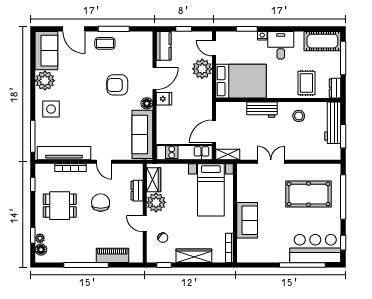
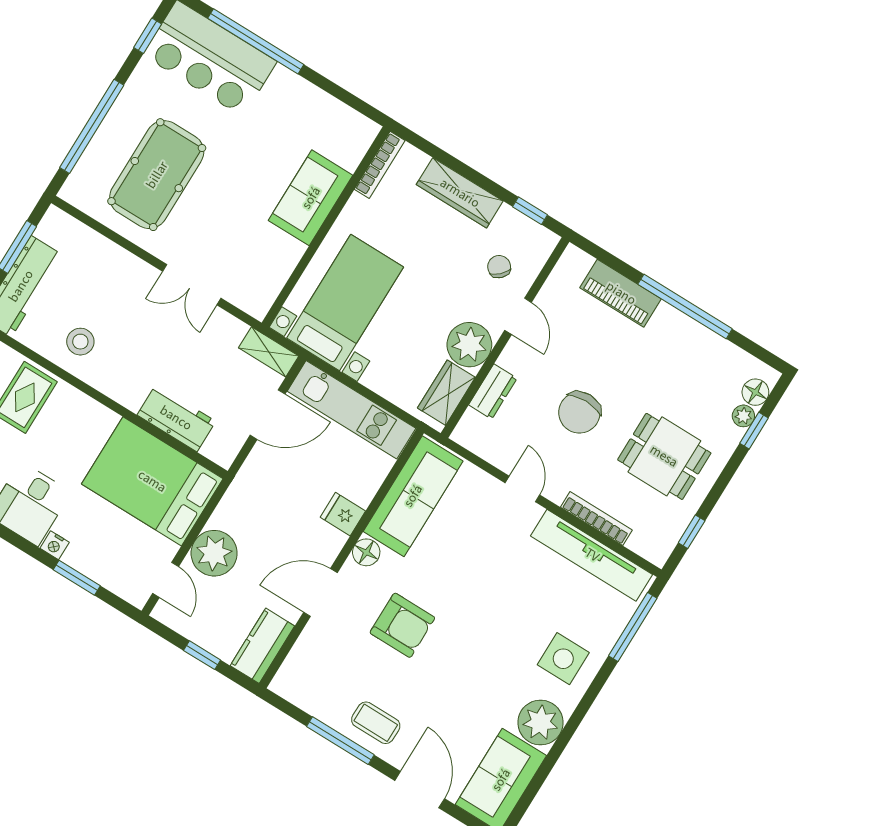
fridge: (164, 99) -> (343, 514), moved
workbench: (262, 110) -> (176, 418), moved
pool table: (308, 194) -> (157, 175), turned 90

